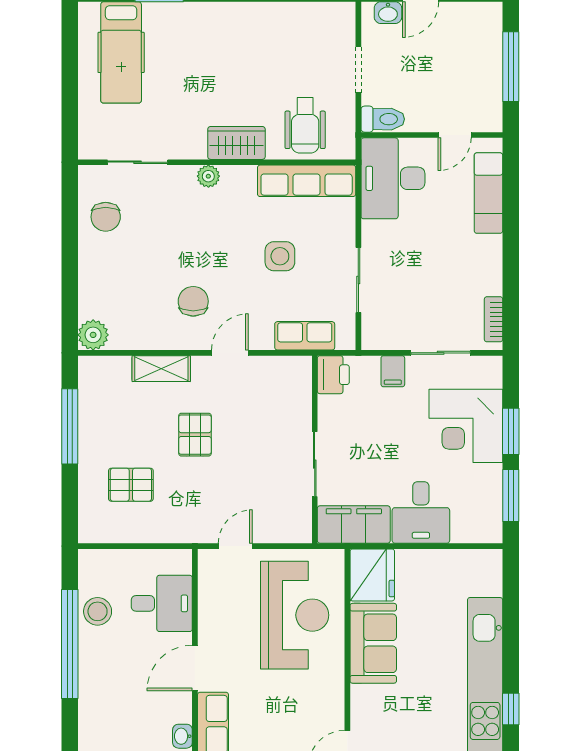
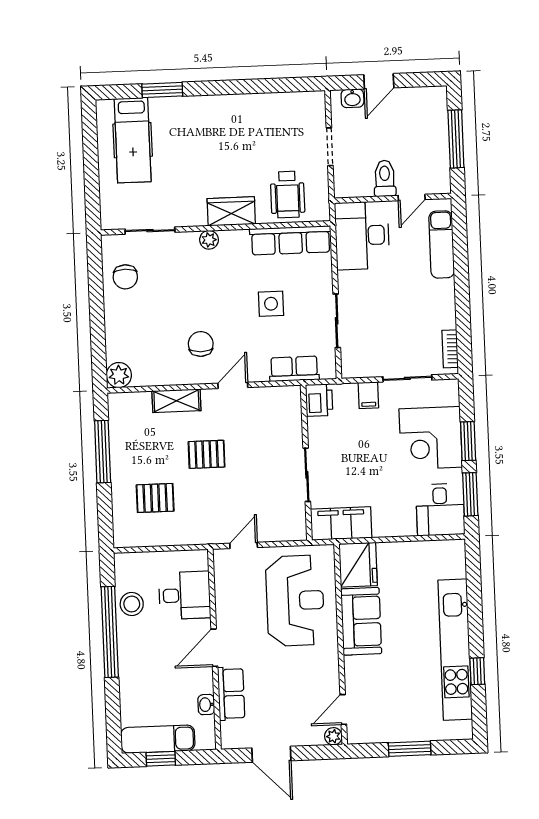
toilet: (383, 119) -> (385, 178), moved, turned -90
pallet: (195, 435) -> (207, 454), turned 90
desk: (421, 512) -> (440, 510), moved

